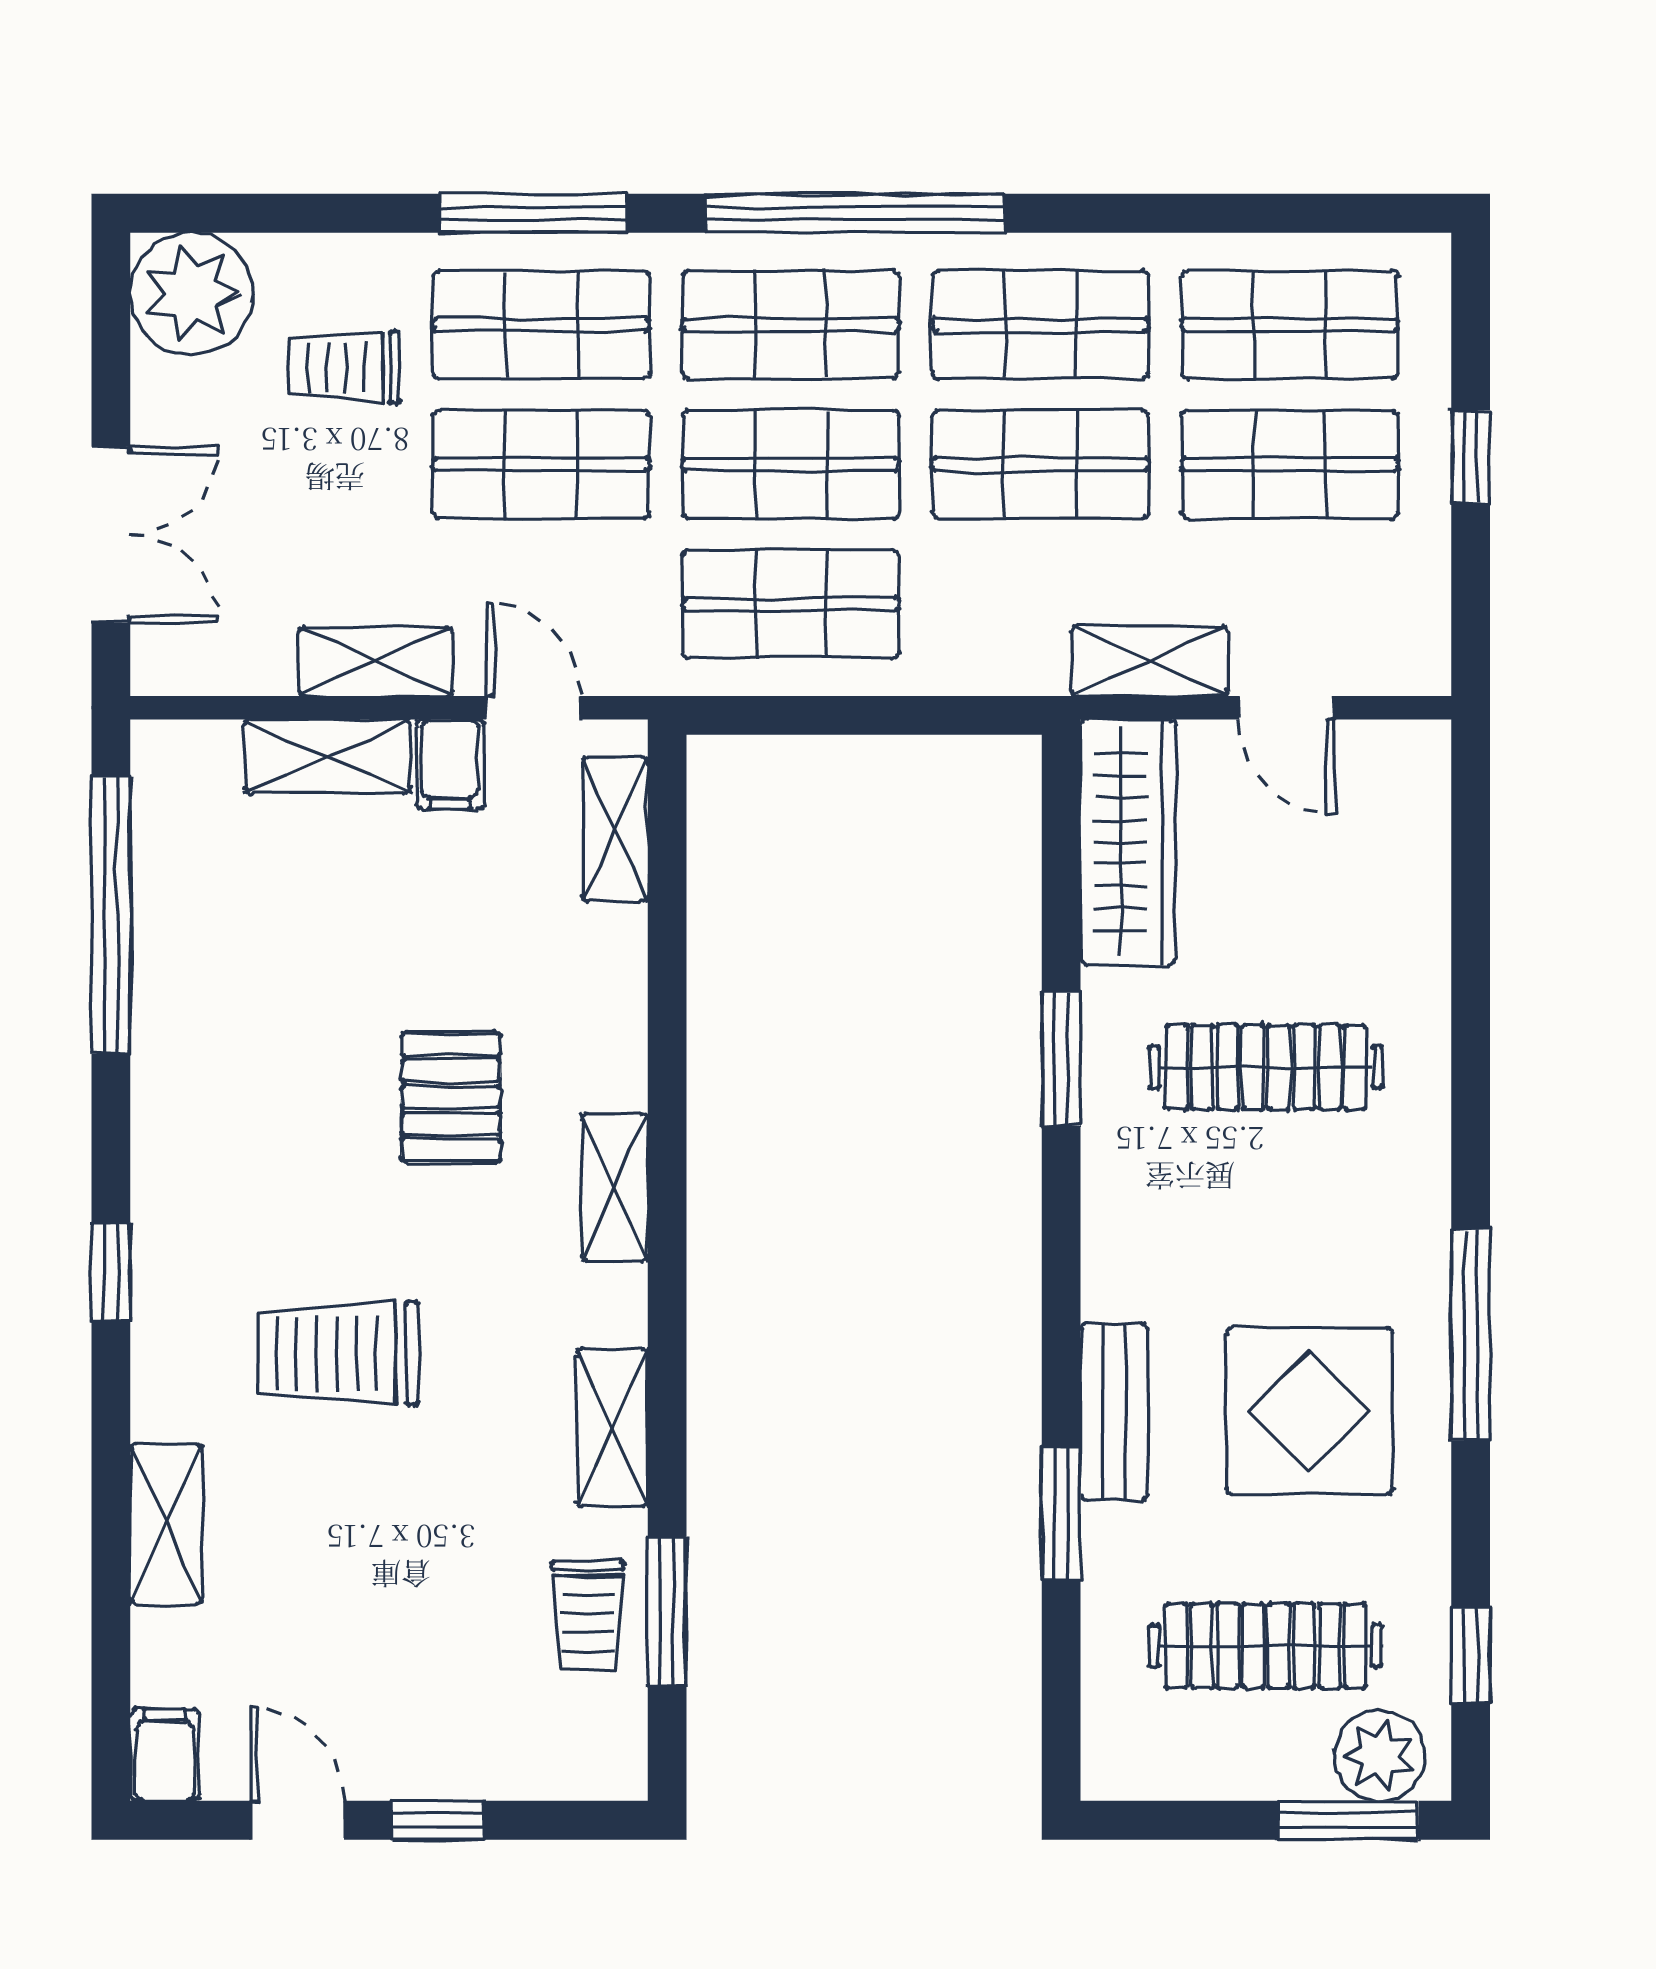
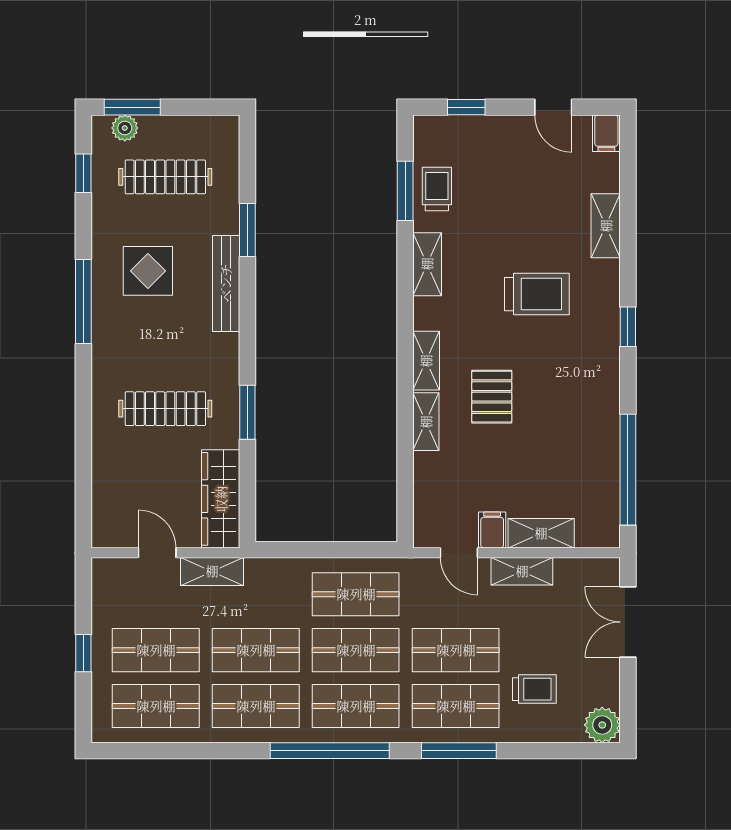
plant: (191, 294) -> (602, 725), width x0.73, depth x0.73
shelving: (615, 829) -> (426, 422), moved
display table: (1309, 1411) -> (148, 271), width x0.73, depth x0.73
bench: (1114, 1412) -> (226, 283), width x1.36
plant: (1379, 1756) -> (125, 128), width x0.73, depth x0.73
window: (437, 1820) -> (466, 107), moved

